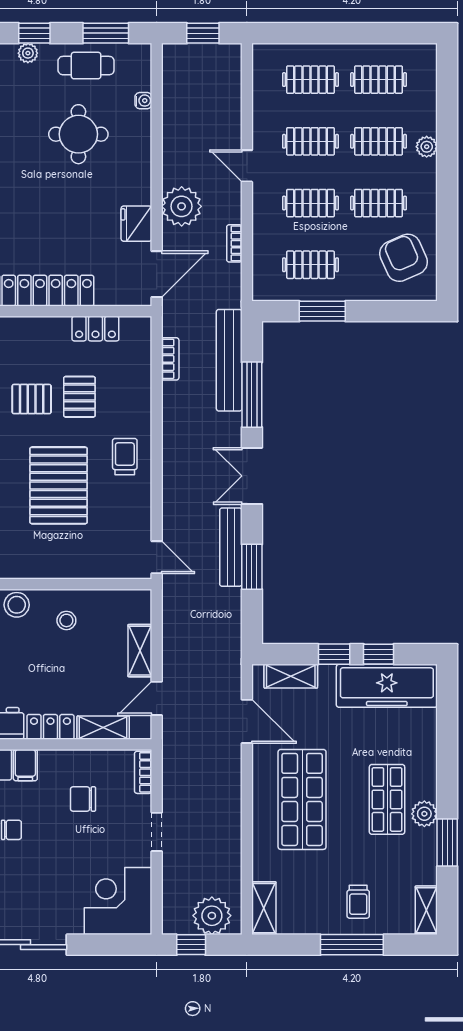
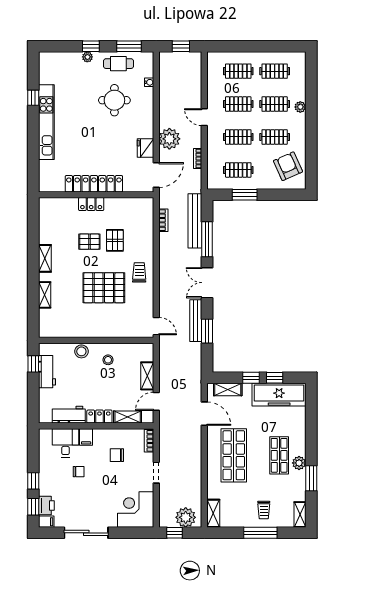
locker: (95, 329) -> (91, 204), moved
pallet: (59, 485) -> (104, 288), turned 90

